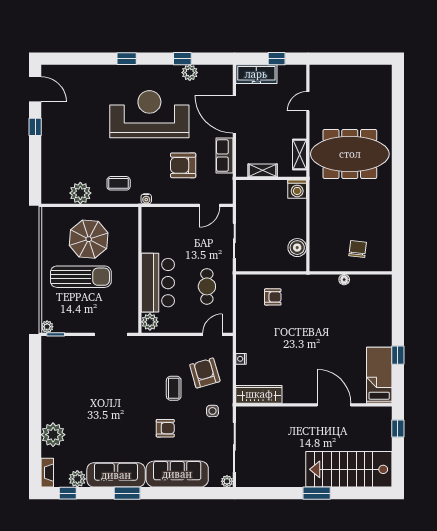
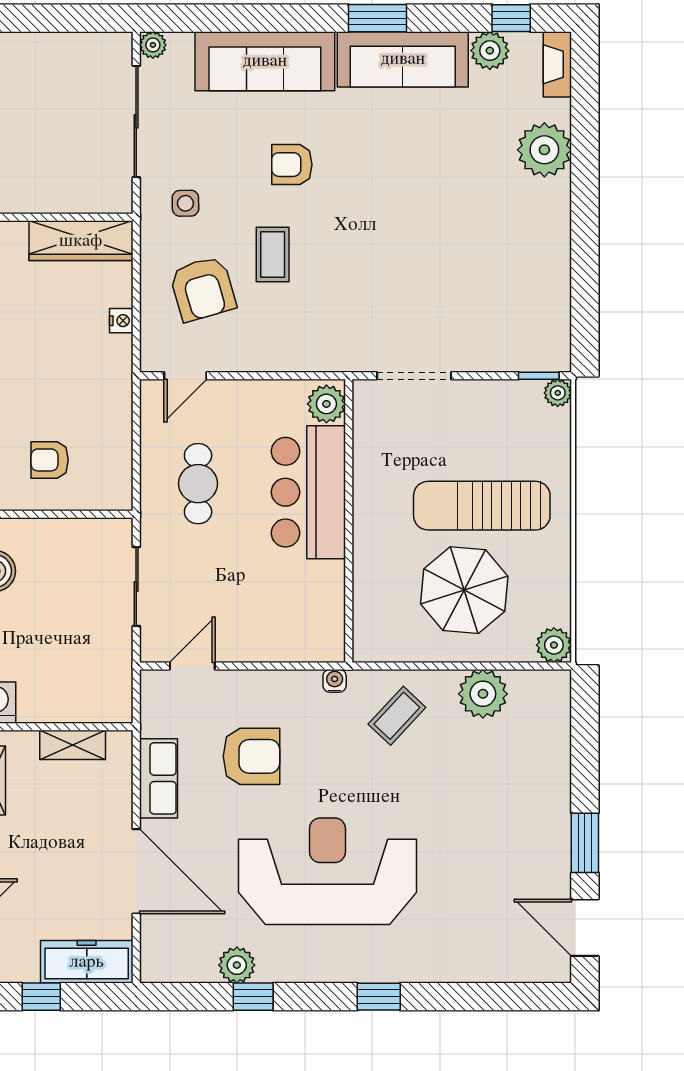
reception desk: (149, 114) -> (327, 871), turned 180
window: (35, 127) -> (585, 843), width x1.50
coffee table: (119, 183) -> (397, 716), turned -47
plant: (49, 215) -> (554, 645), added

